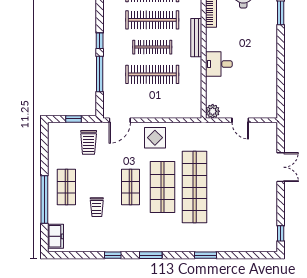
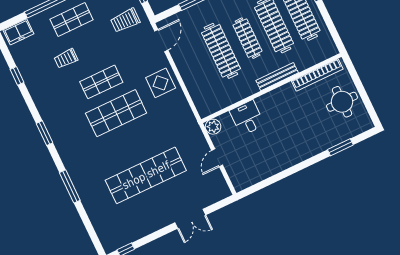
desk: (219, 64) -> (247, 118), moved
door: (120, 120) -> (161, 41), swing flipped
shop shelf: (195, 187) -> (146, 175), moved
window: (113, 255) -> (17, 76), moved
window: (205, 255) -> (70, 186), width x1.44

